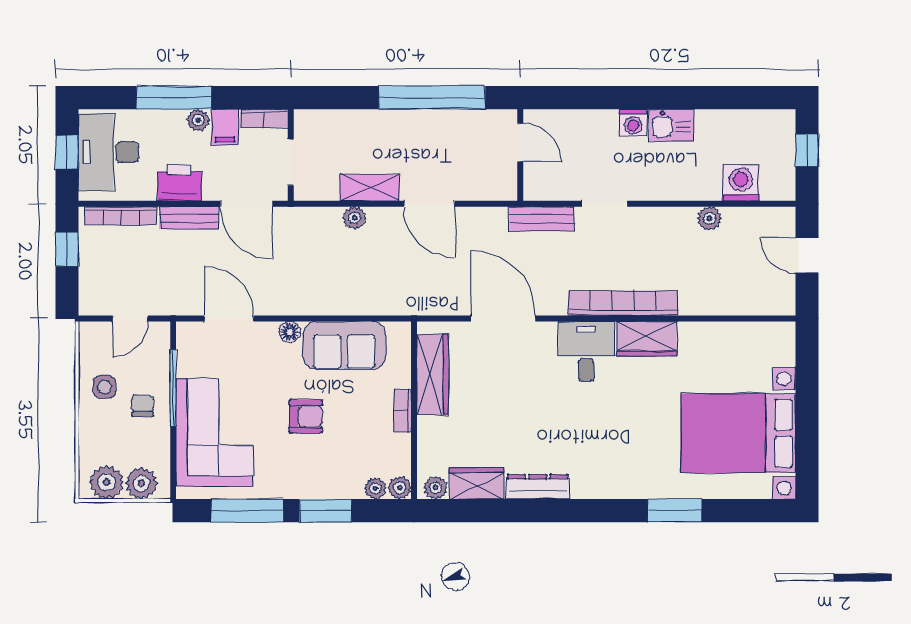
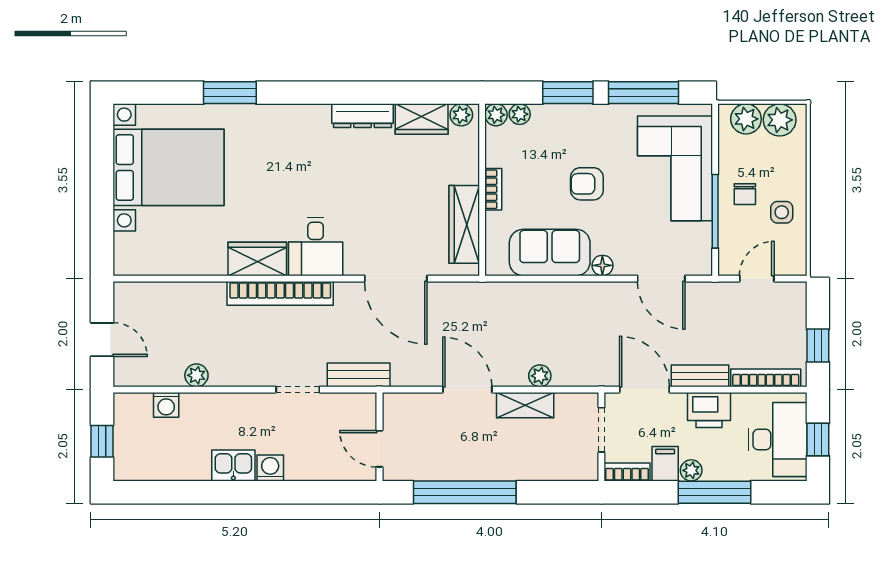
washing machine: (741, 183) -> (166, 405), width x0.73, depth x0.73

